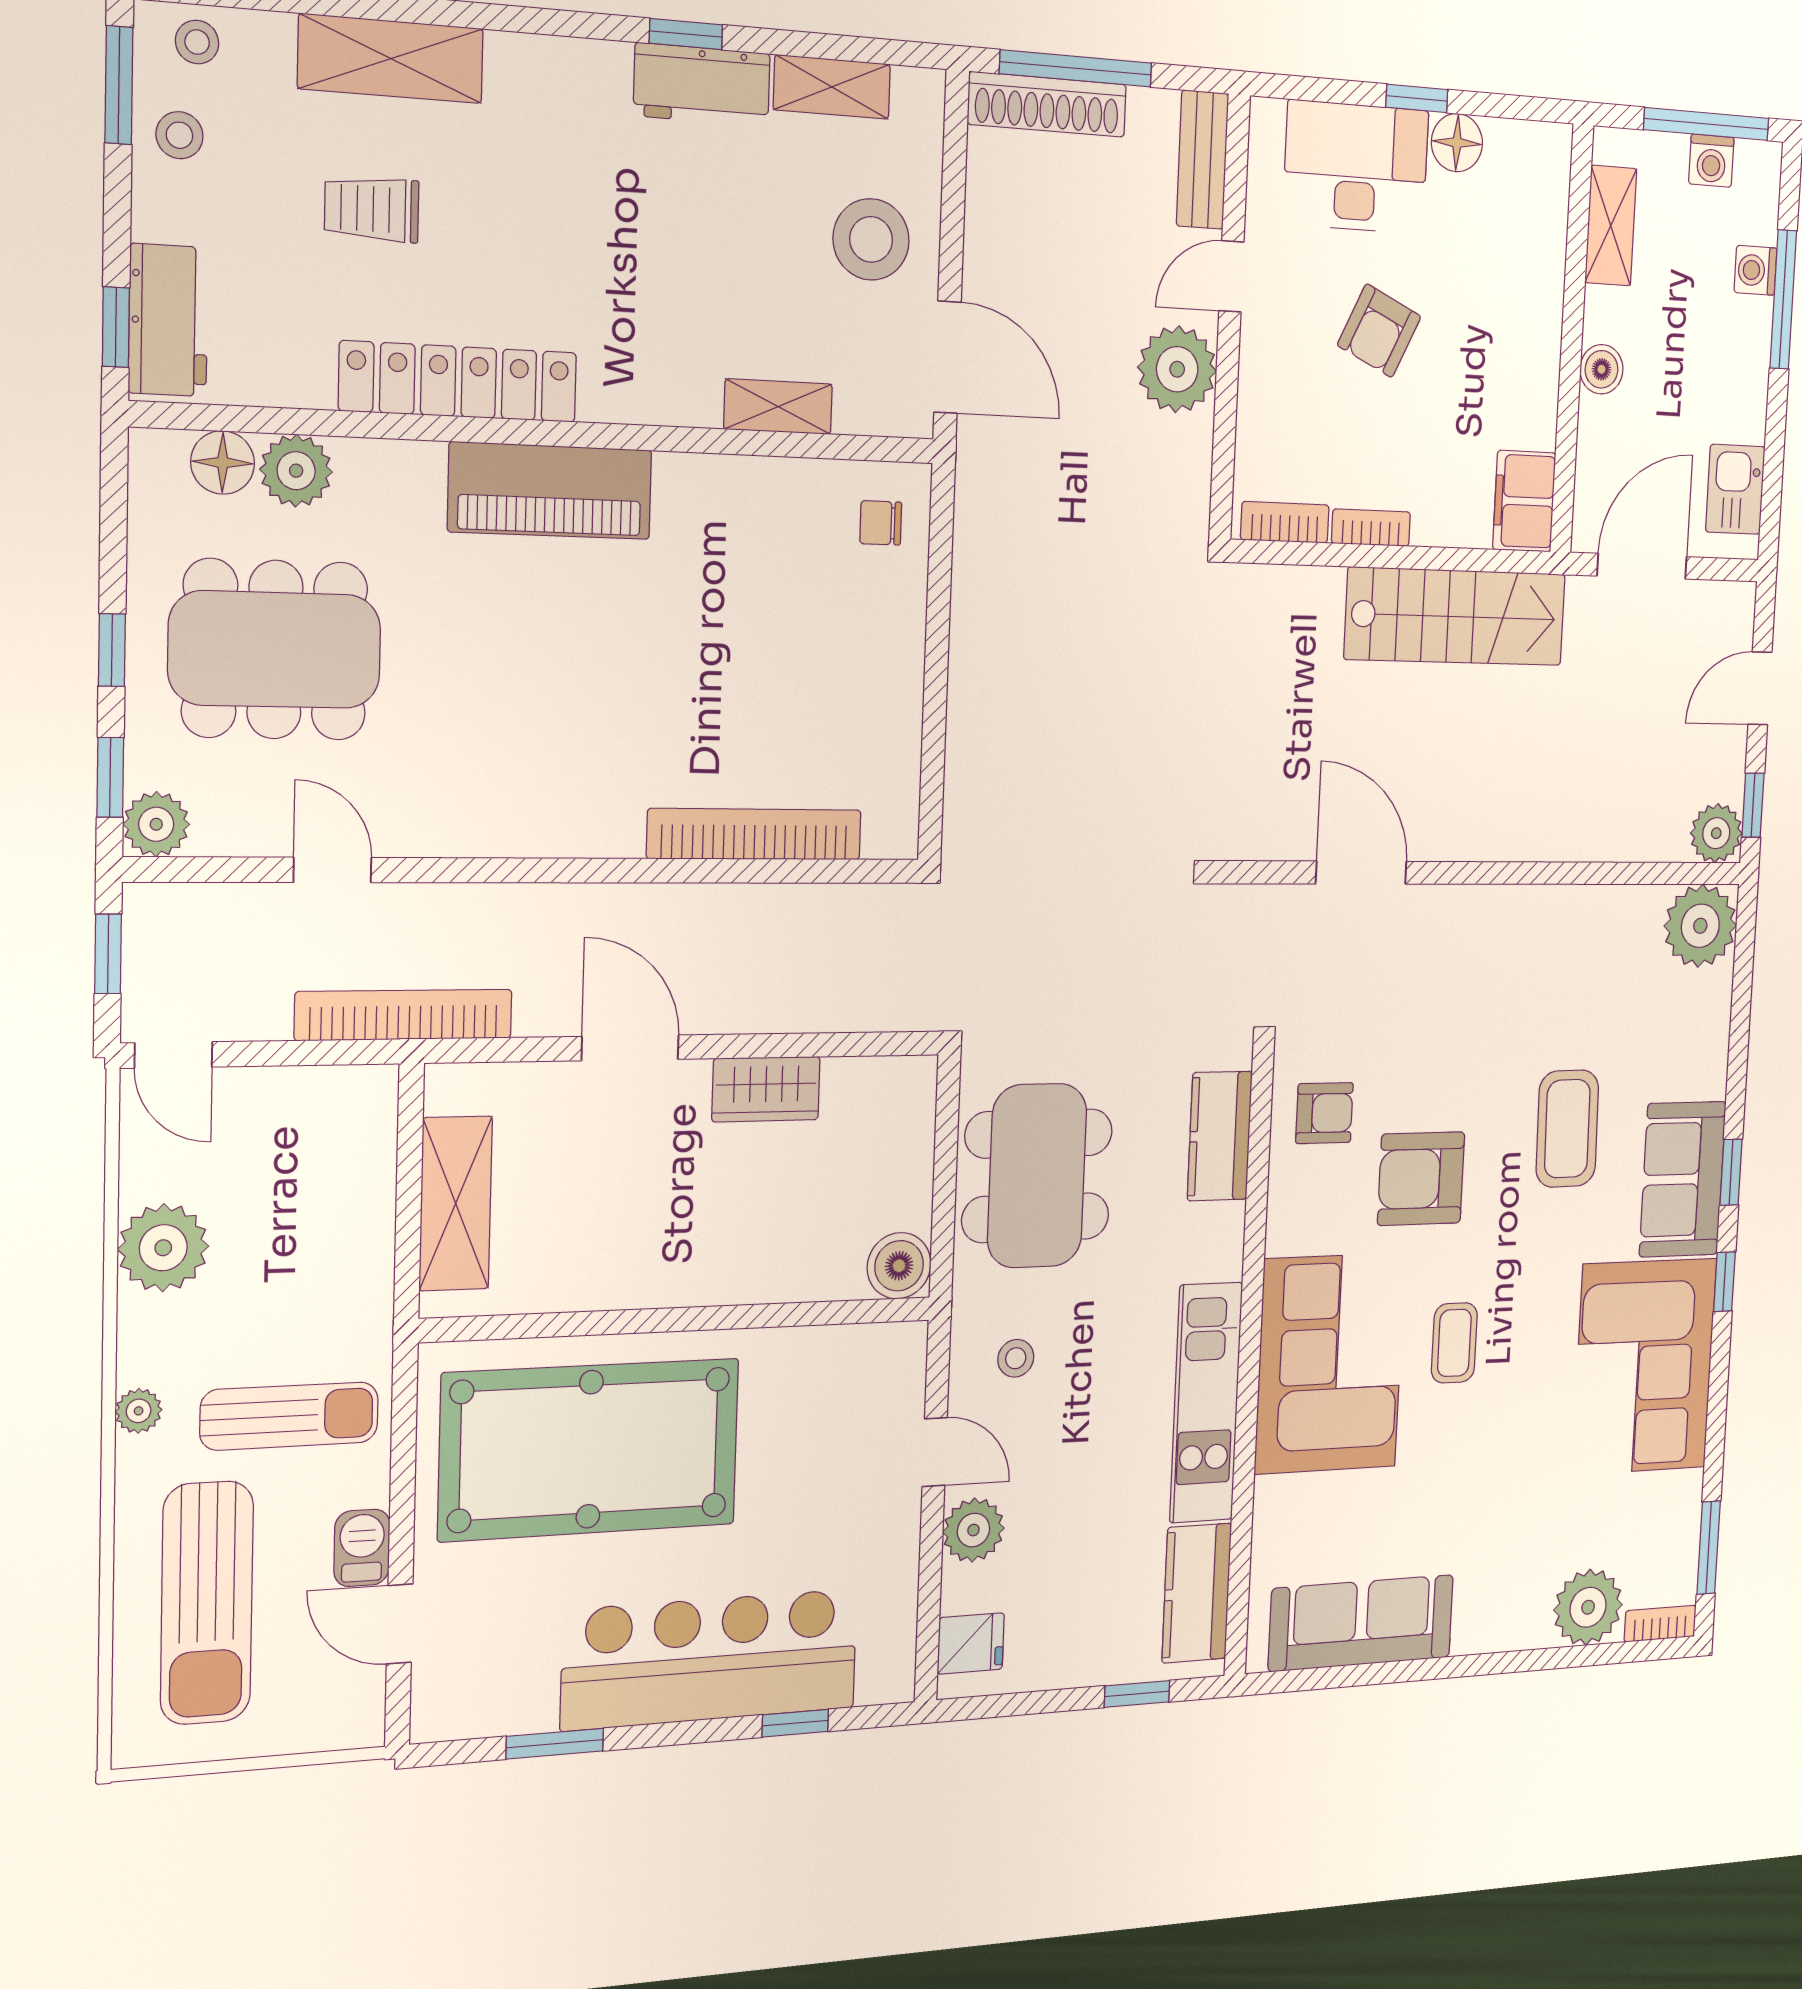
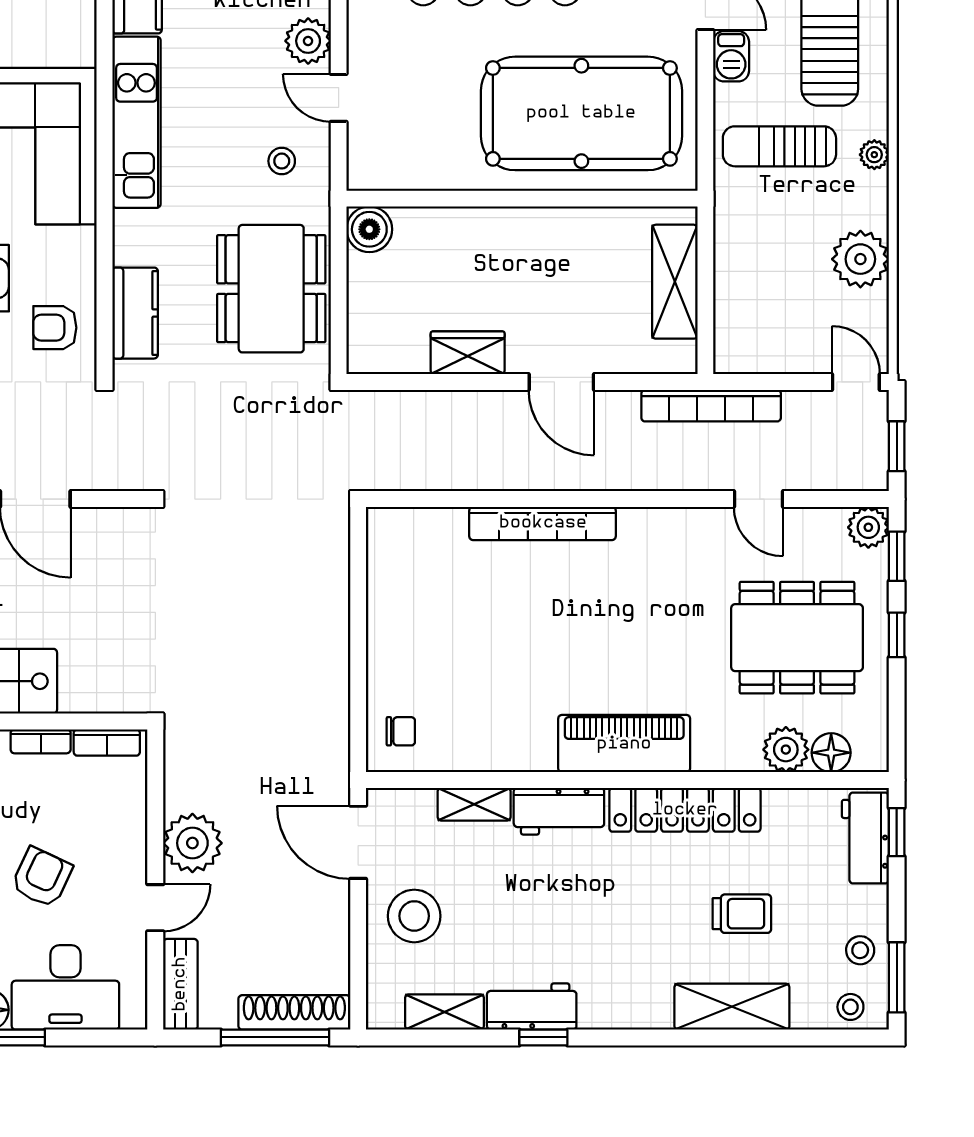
workbench: (652, 389) -> (559, 811), added
bookcase: (755, 834) -> (543, 523), moved

